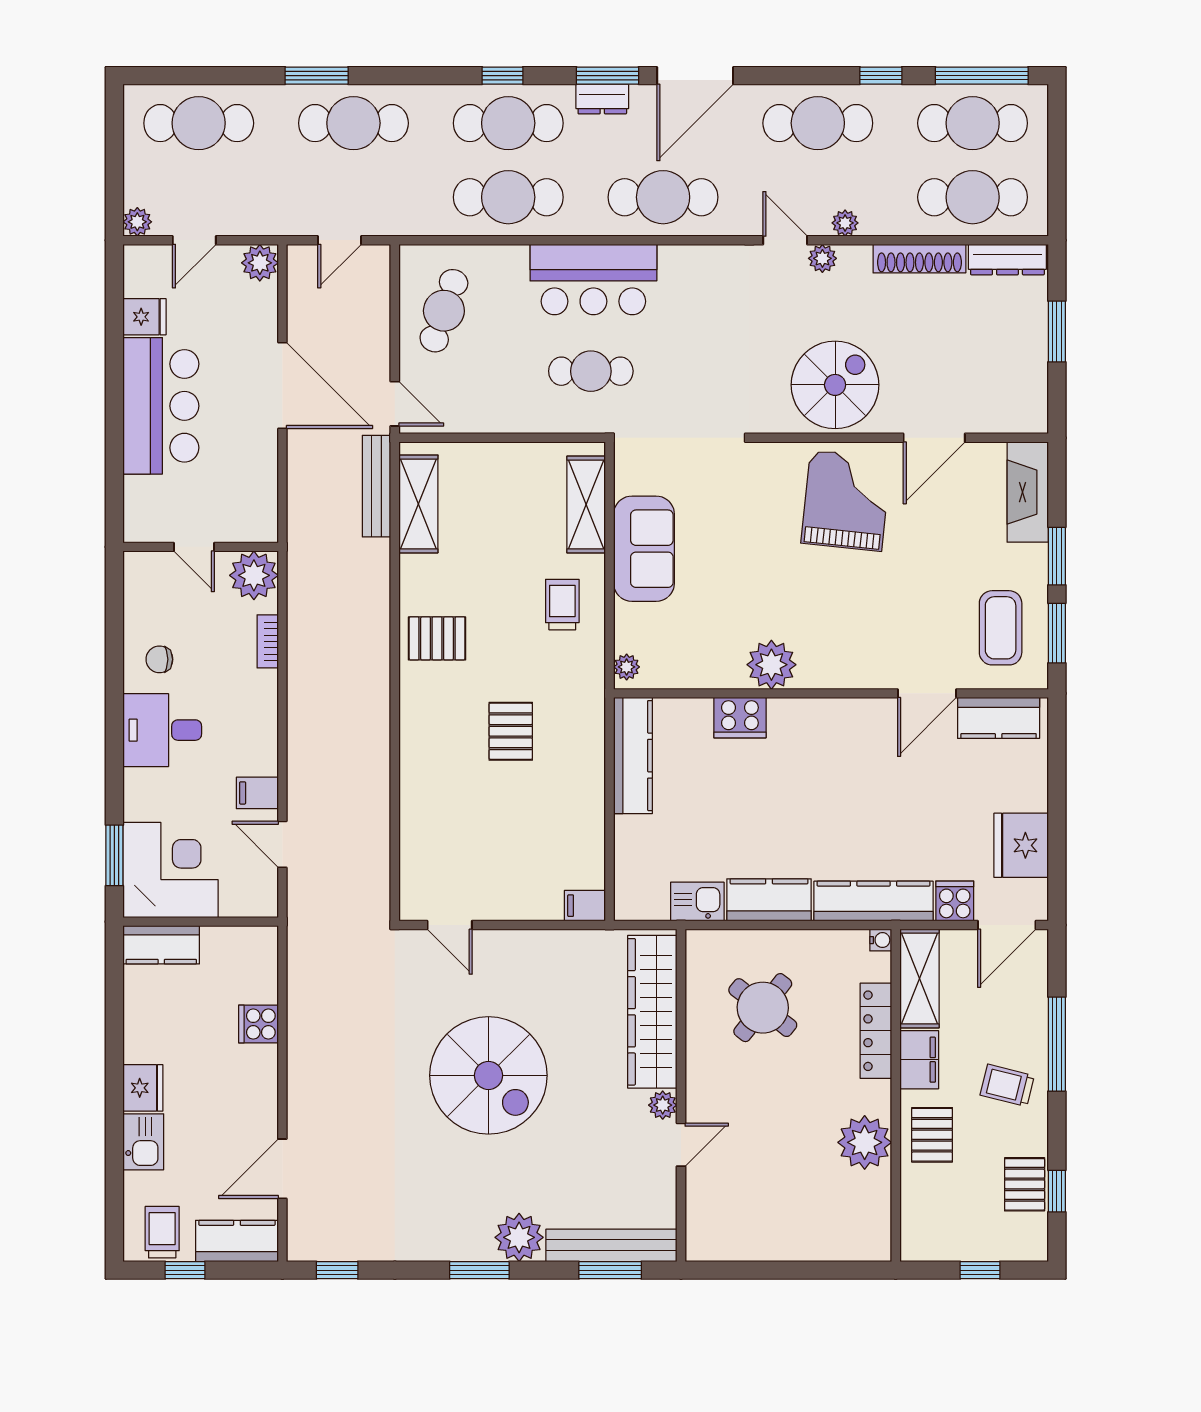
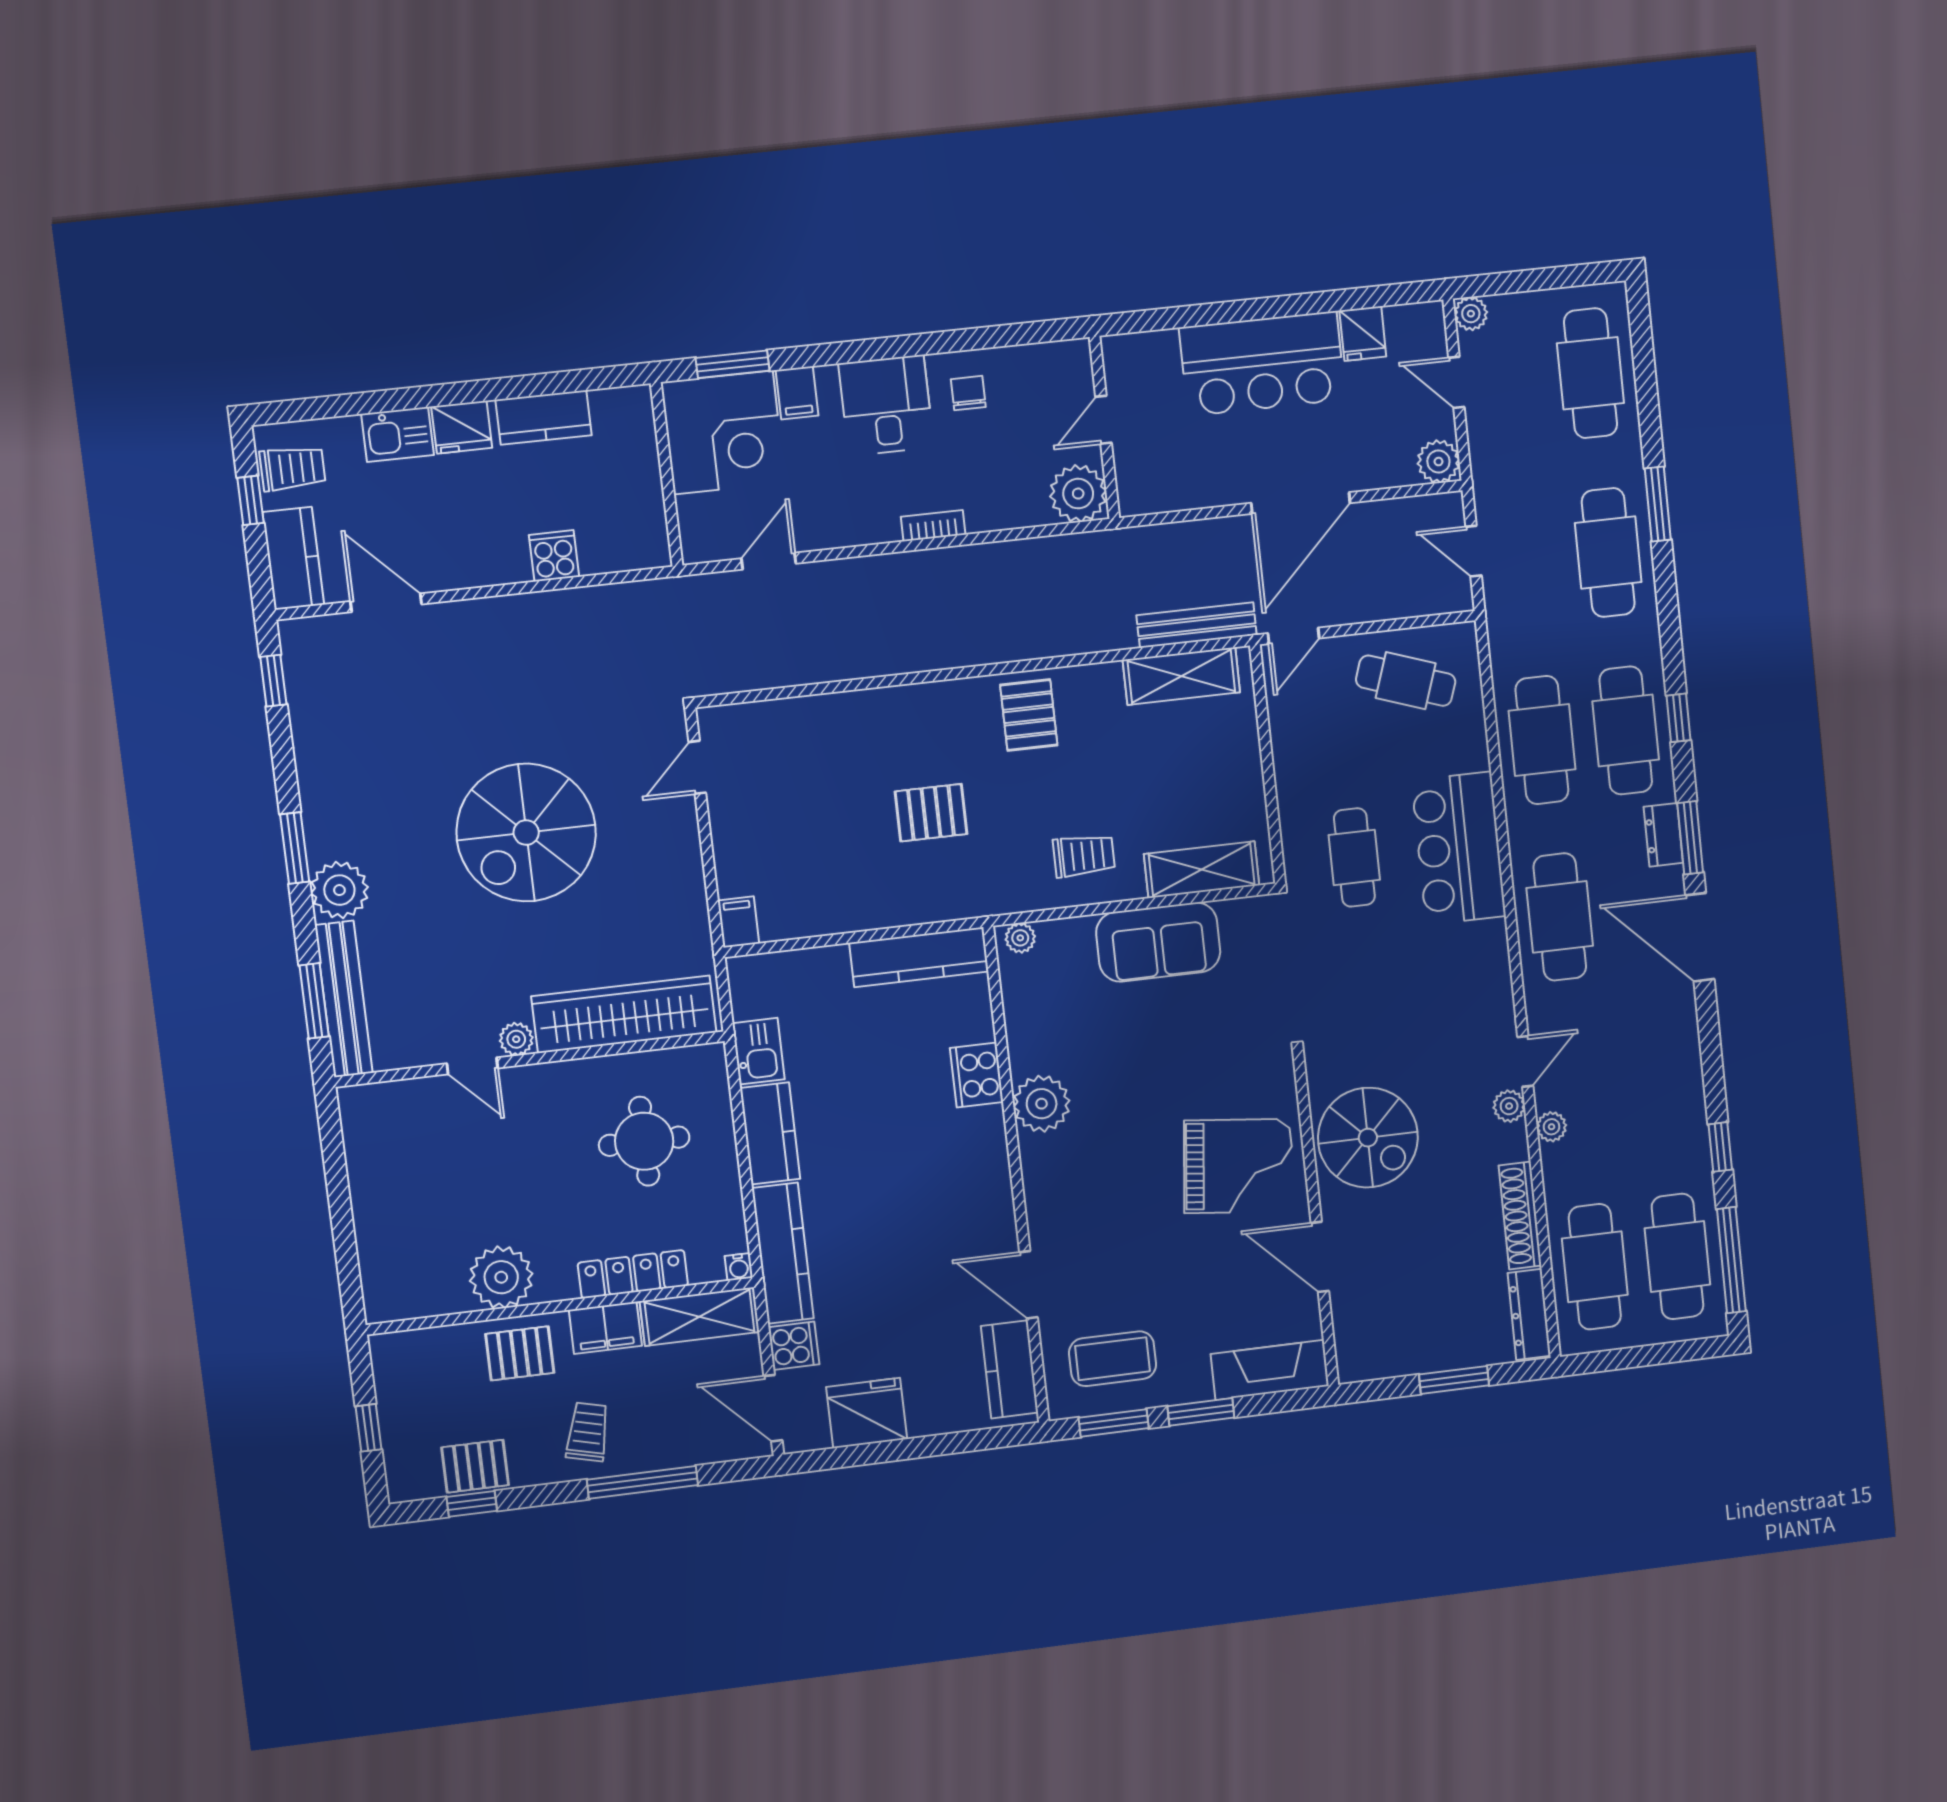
cafe table: (818, 123) -> (1660, 1082), removed
bookcase: (268, 641) -> (933, 526), moved
filing cabinet: (257, 793) -> (797, 393), moved, turned 180
kitchen counter: (161, 945) -> (544, 417), moved, turned -90
round table: (763, 1008) -> (644, 1141), turned -38

